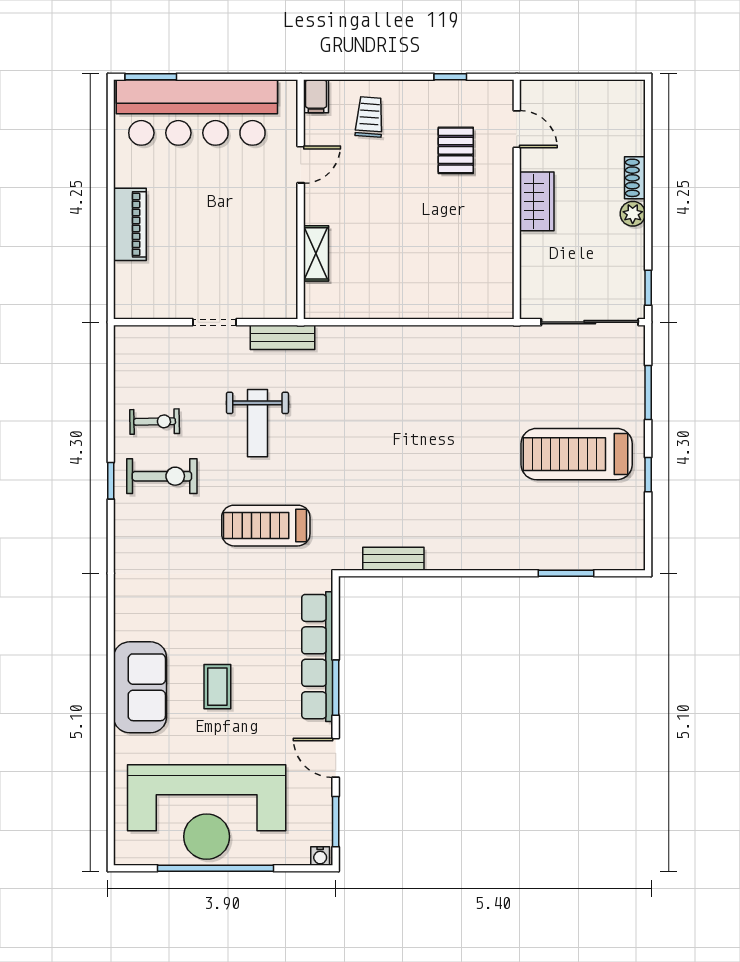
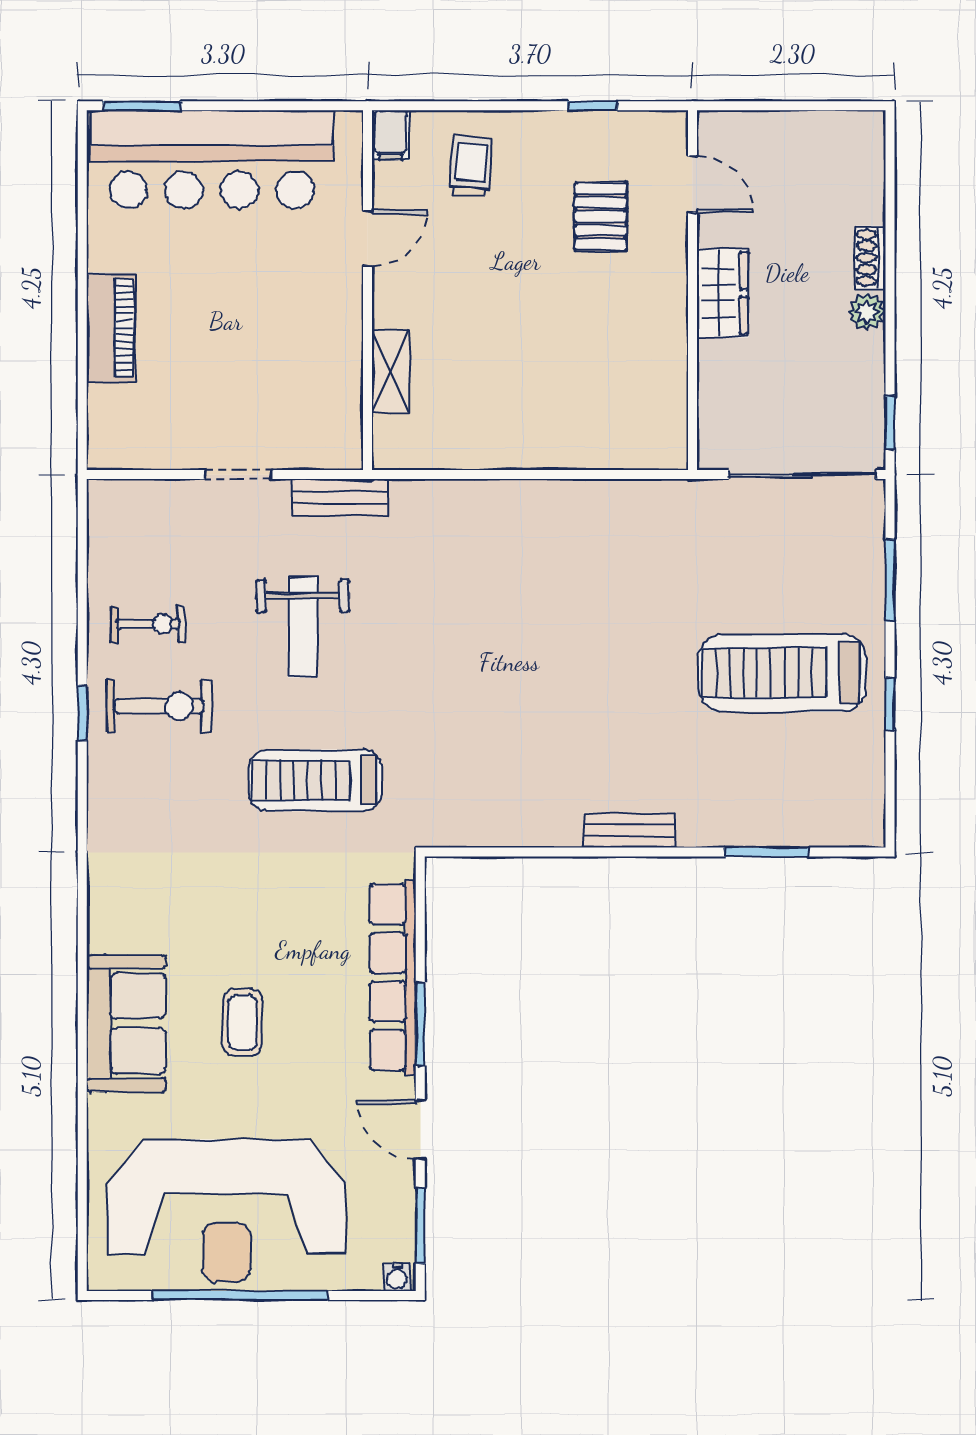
bench: (393, 559) -> (629, 830), moved

